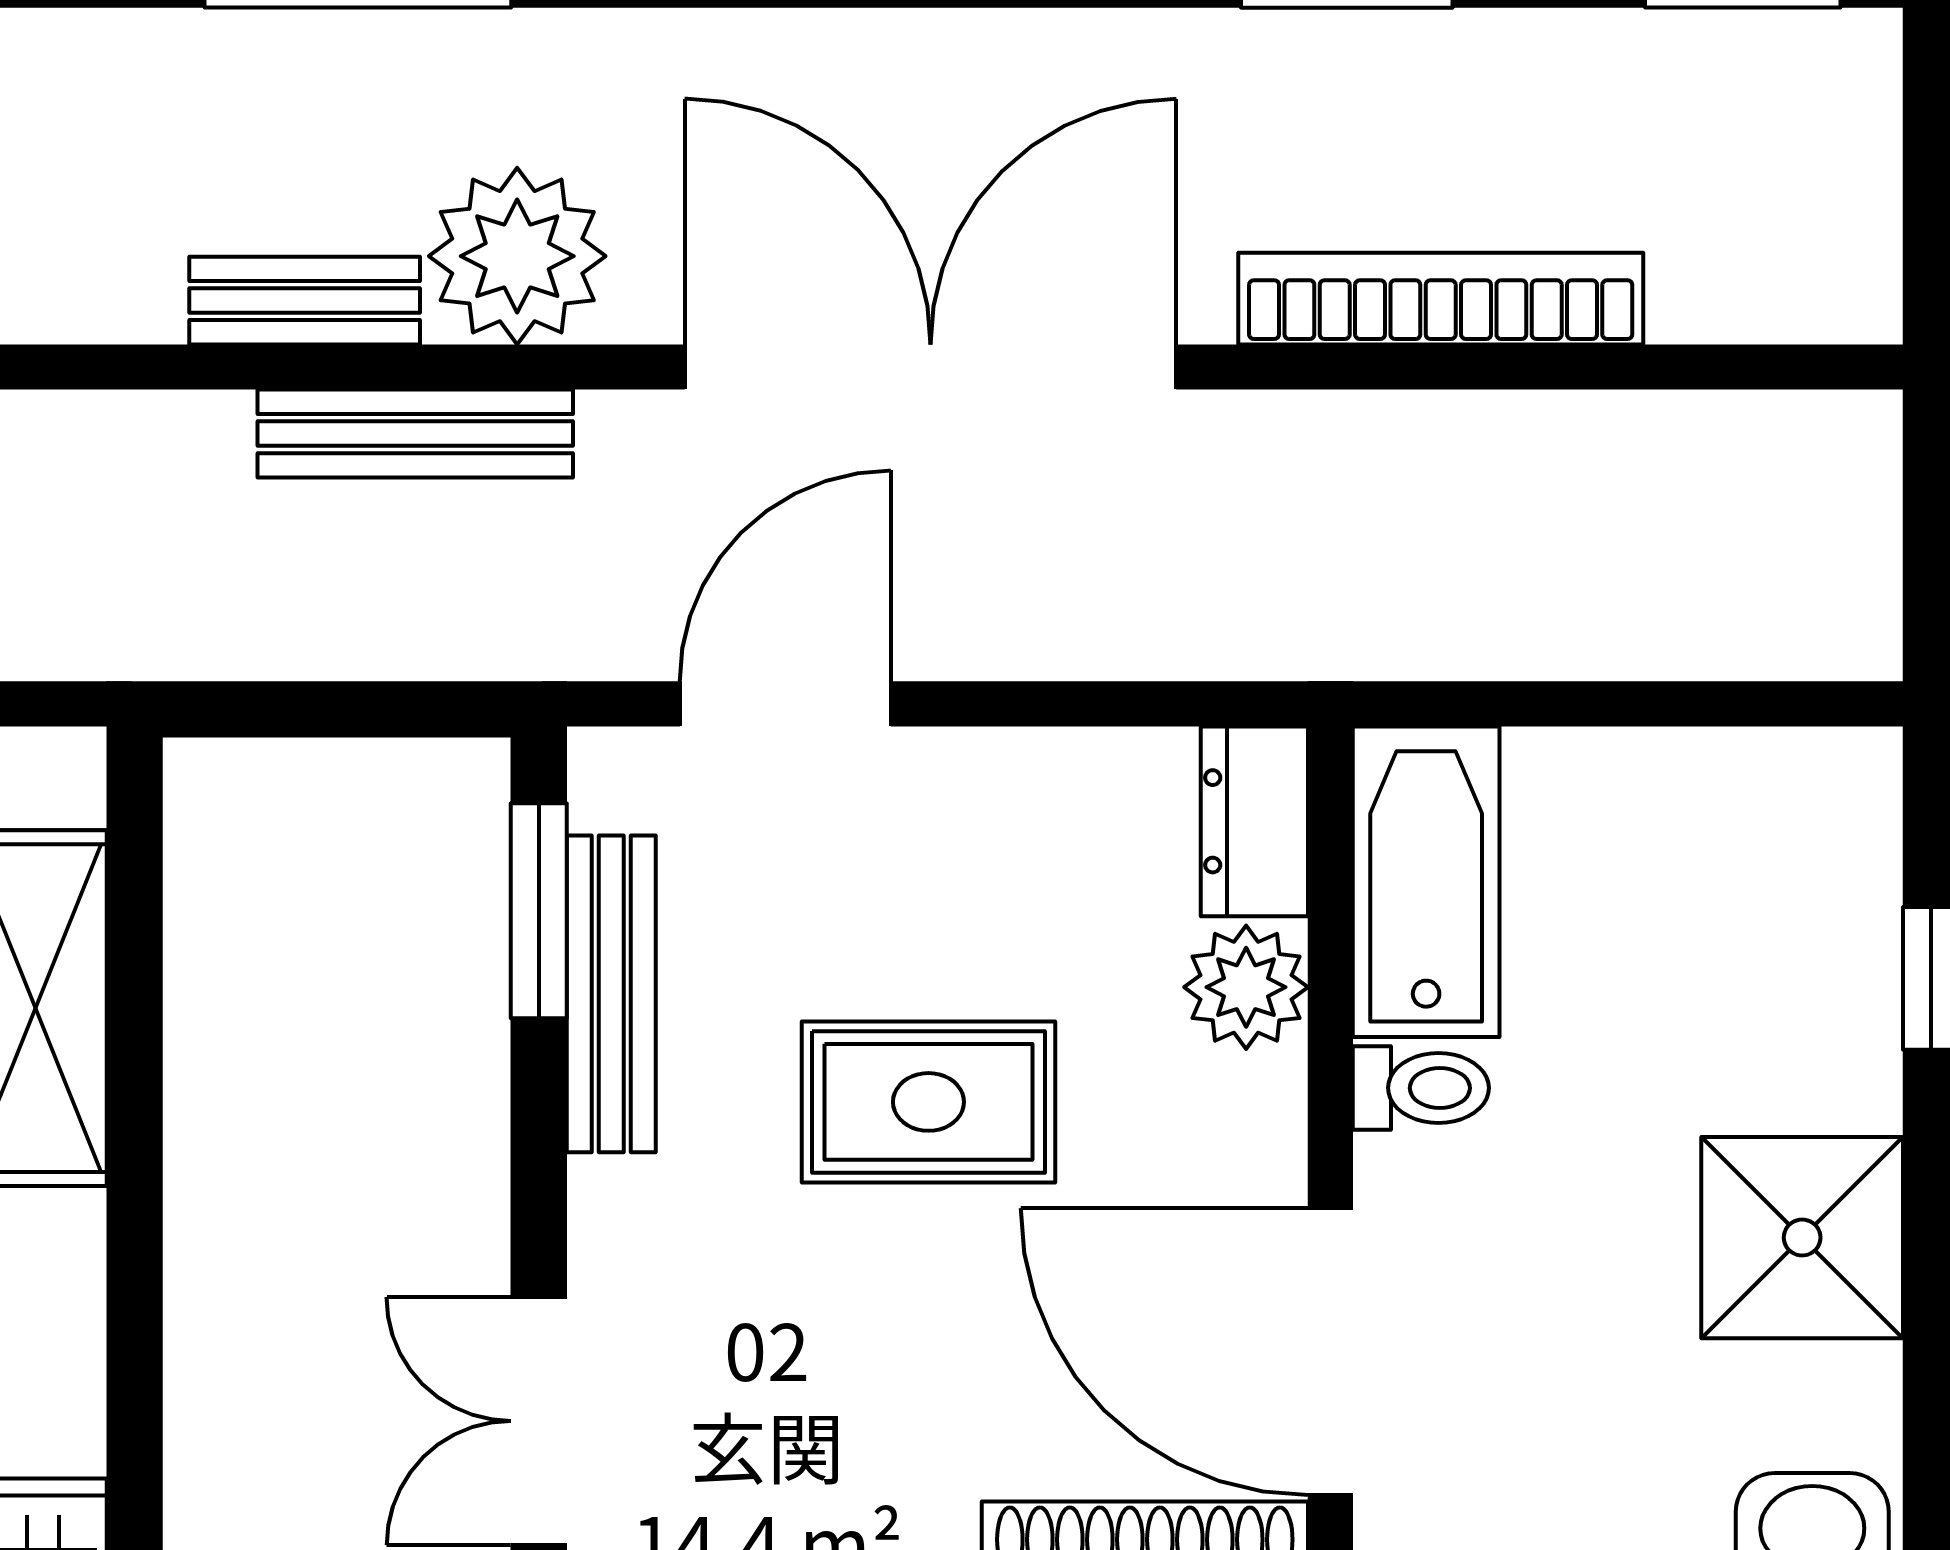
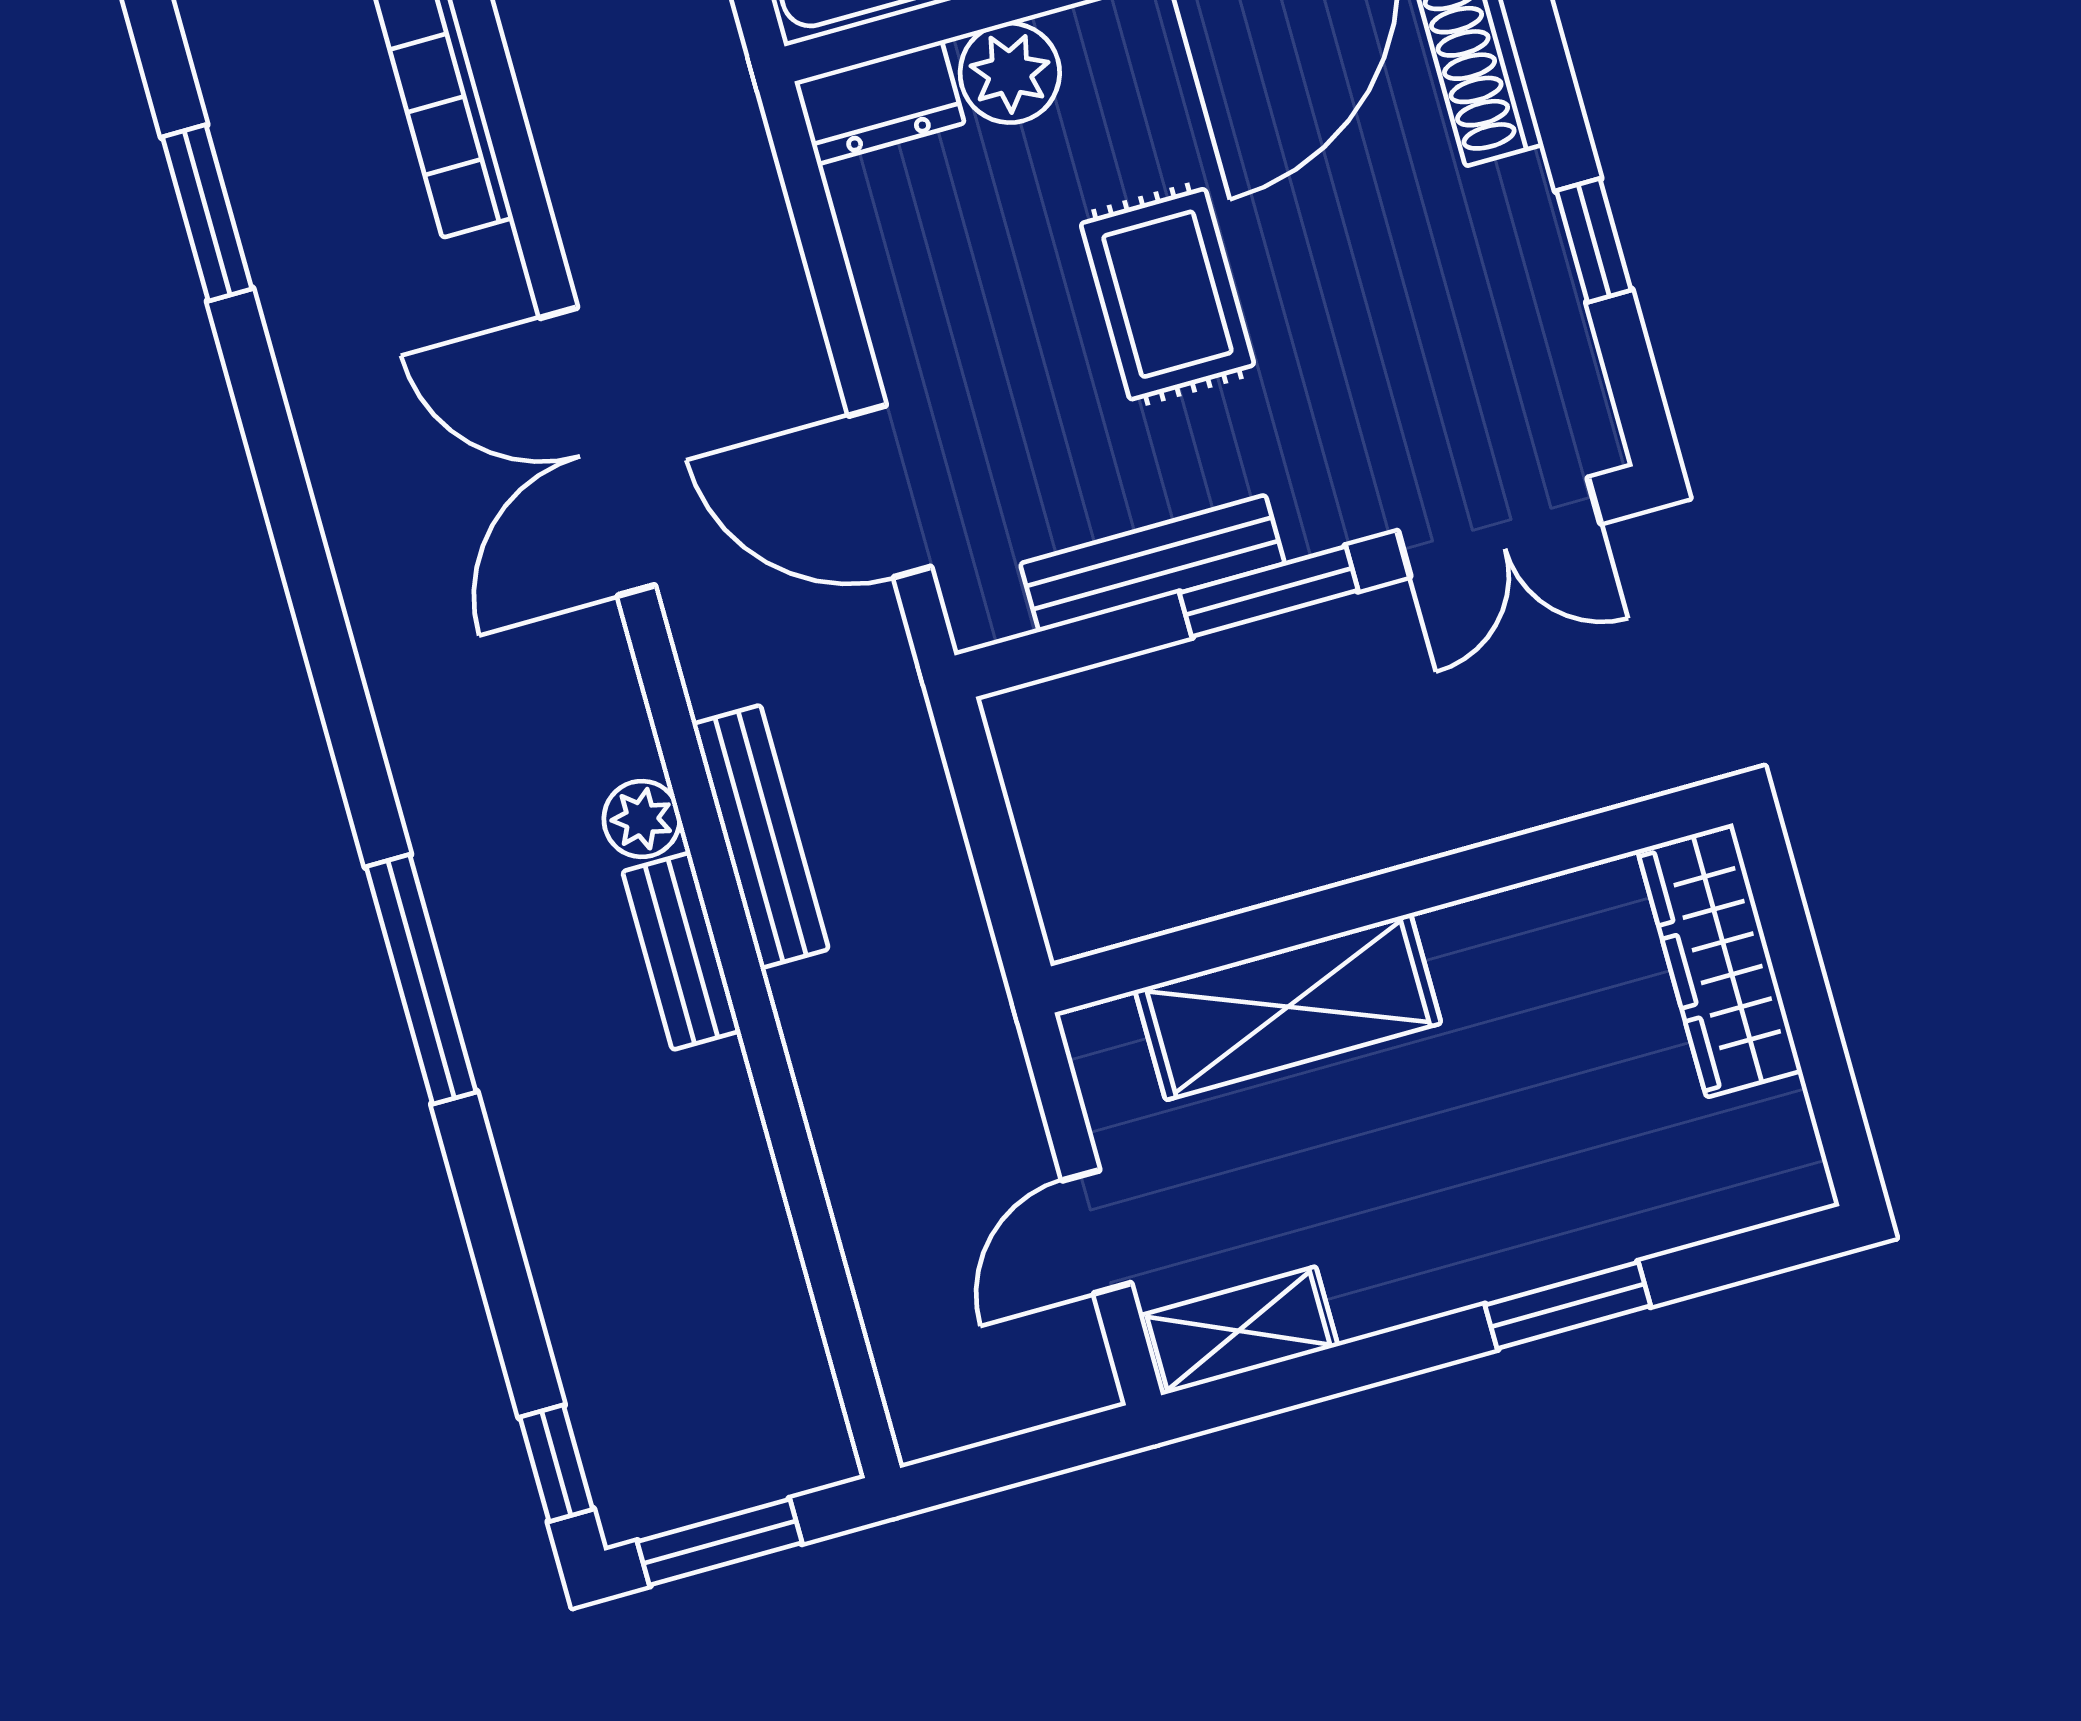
plant: (517, 256) -> (642, 819), width x0.53, depth x0.53
double door: (931, 367) -> (597, 452), width x0.73
window: (539, 911) -> (1269, 592), moved

